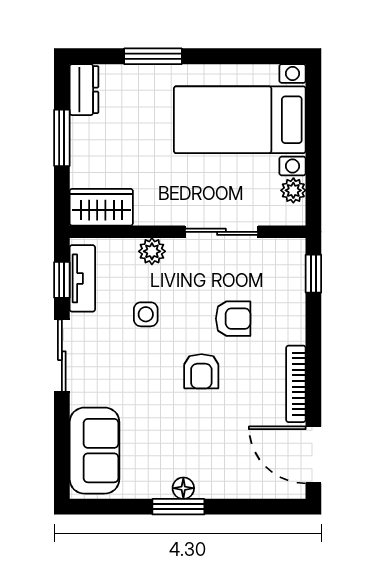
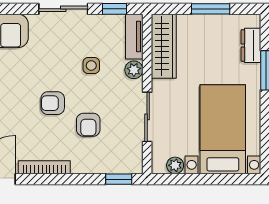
dresser: (84, 90) -> (251, 45), moved, turned 90
wardrobe: (101, 207) -> (164, 46), width x1.50
tv unit: (82, 278) -> (134, 37), moved, turned 90

